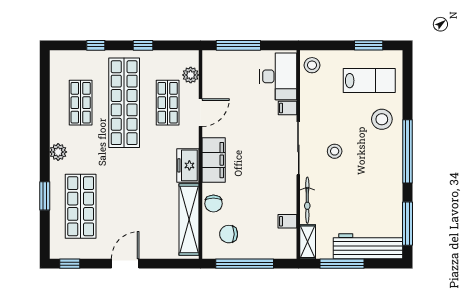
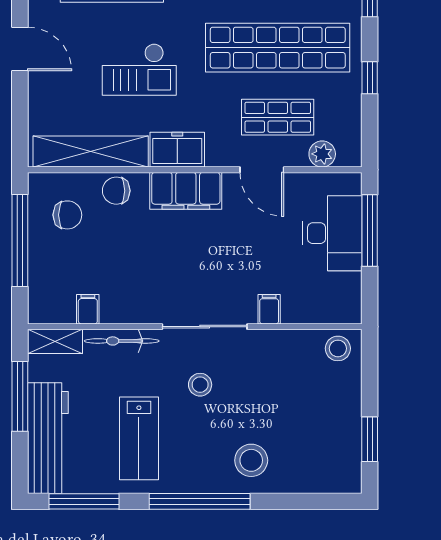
desk: (278, 76) -> (332, 233), moved, turned -90
lab bench: (369, 81) -> (139, 438), moved
checkout: (138, 189) -> (139, 69), added
chair: (229, 234) -> (67, 215), turned 90

